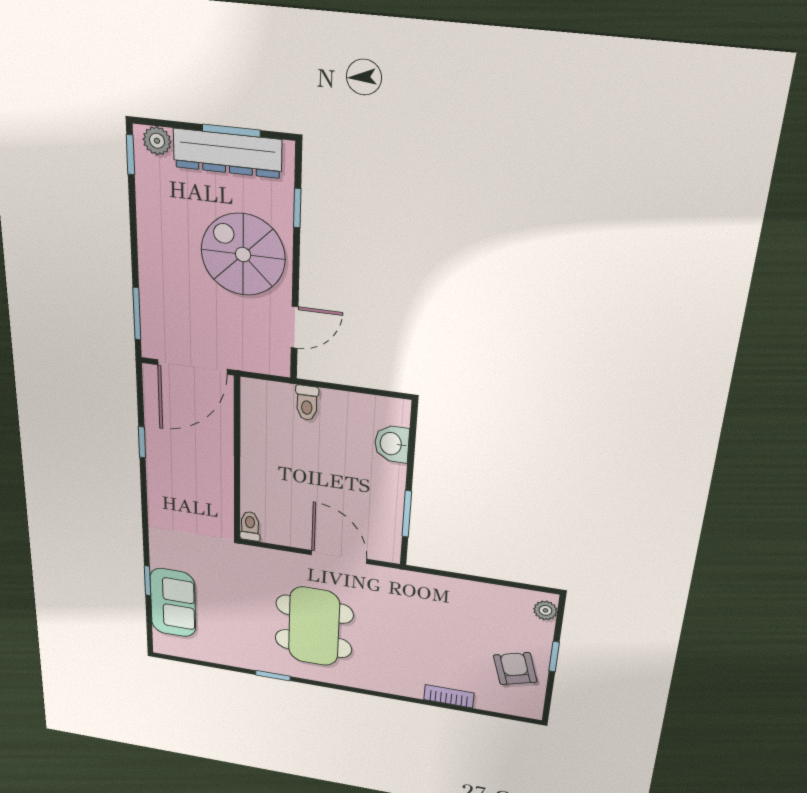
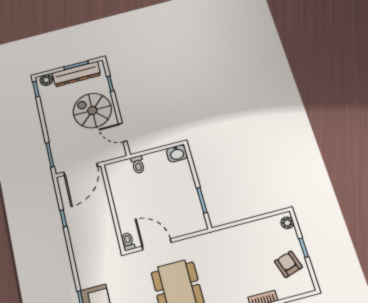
door: (295, 327) -> (123, 132), swing flipped
washbasin: (392, 444) -> (177, 153), moved, turned -90
door: (339, 557) -> (157, 244), moved

